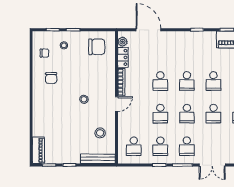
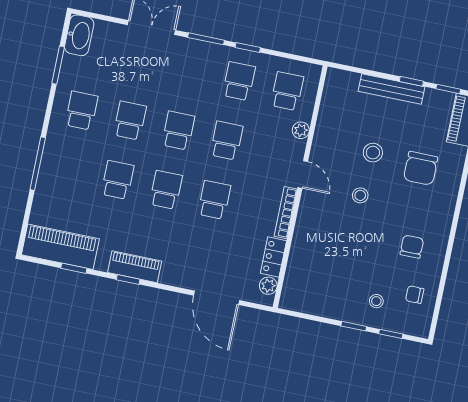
piano: (195, 37) -> (135, 267), added
chair: (97, 47) -> (421, 168), moved, turned -90
door: (116, 104) -> (303, 175), swing flipped
plant: (122, 127) -> (301, 130), added
stool: (100, 133) -> (373, 153), moved
school desk: (187, 146) -> (191, 71), removed
bench: (98, 159) -> (391, 89), moved

